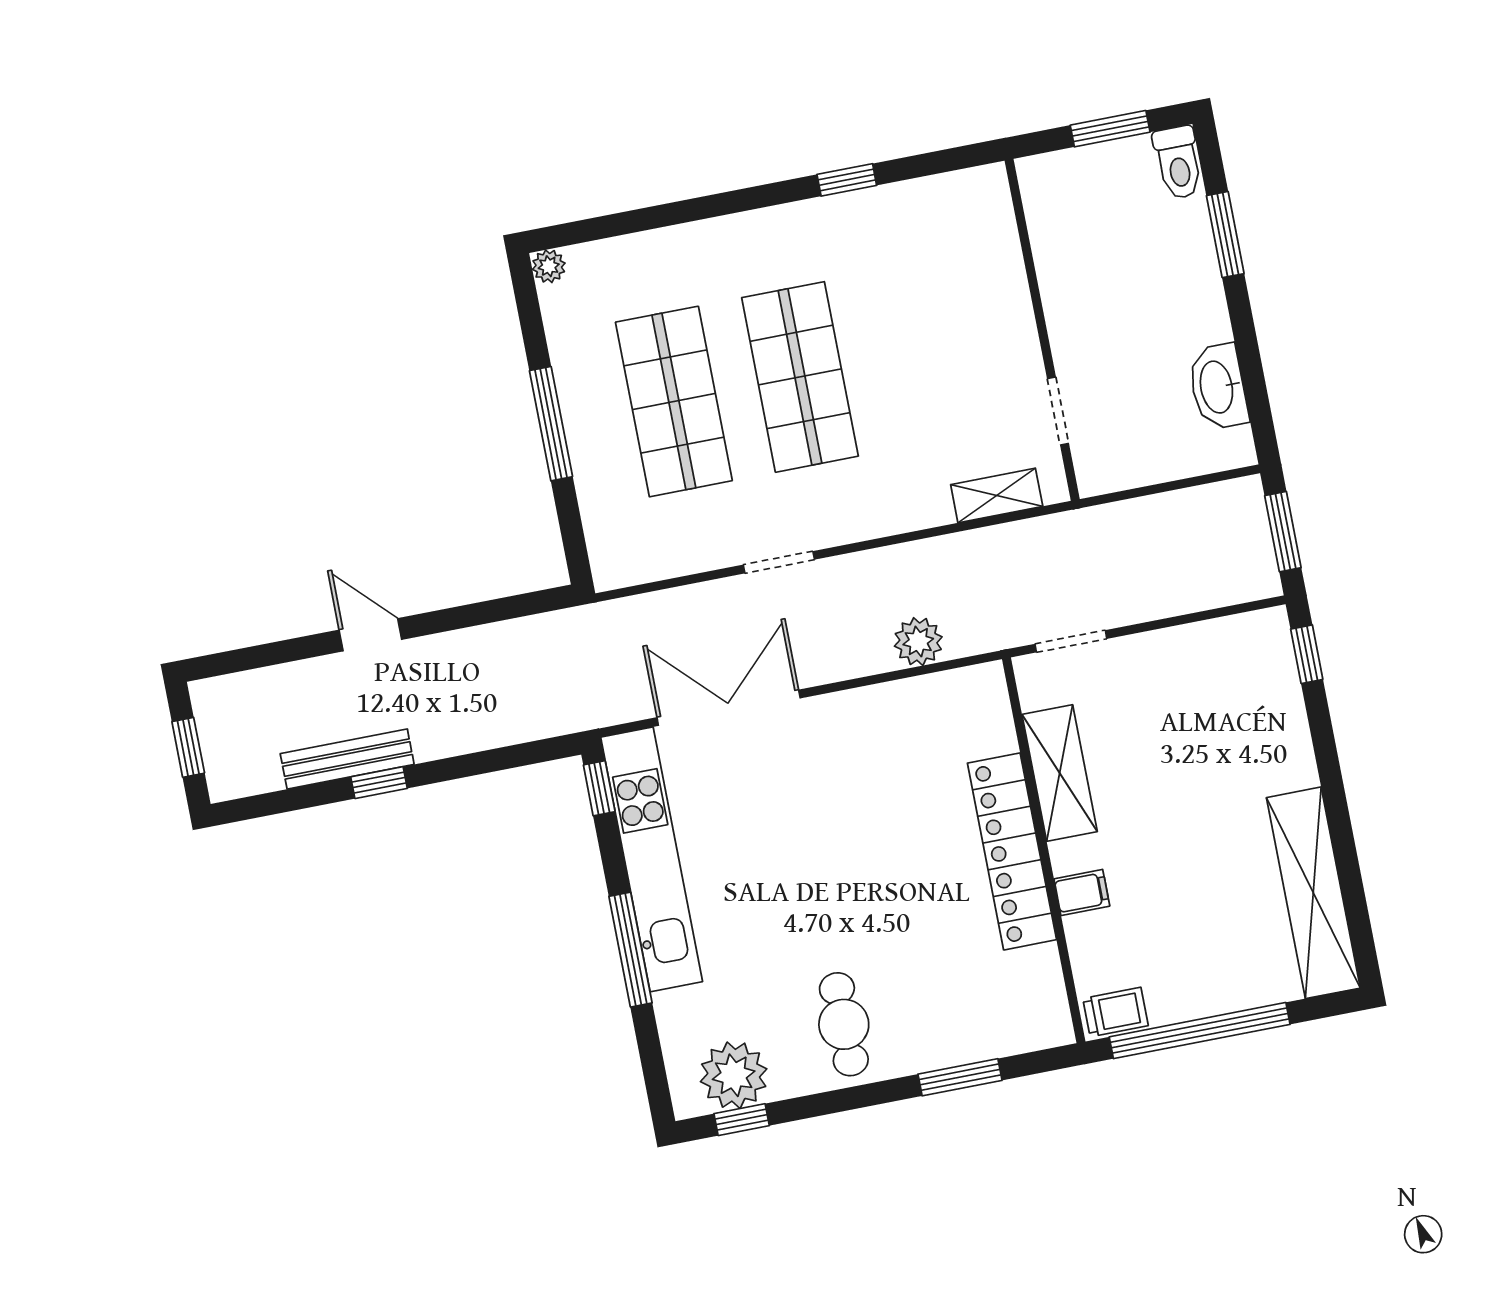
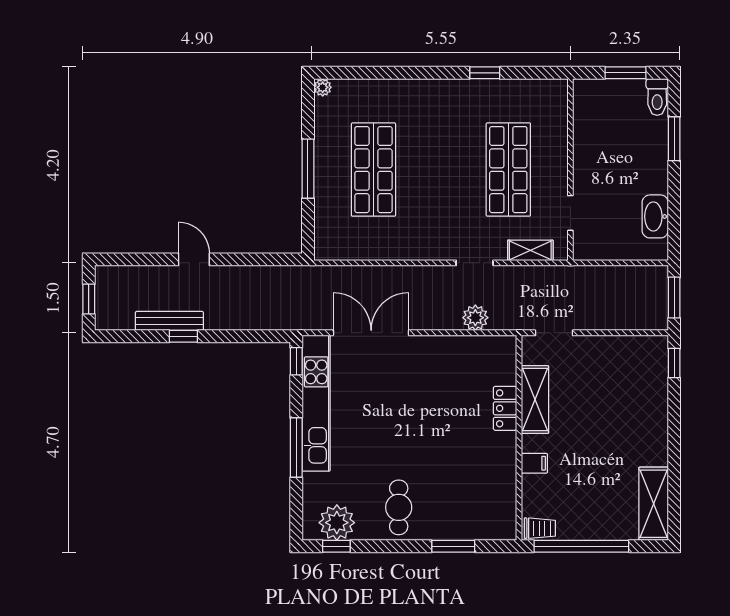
shop shelf: (800, 377) -> (508, 170), moved
doorway: (779, 562) -> (475, 263), moved
locker: (1012, 851) -> (505, 408), width x0.46, depth x0.83
shelving: (1313, 893) -> (654, 504), width x0.68

